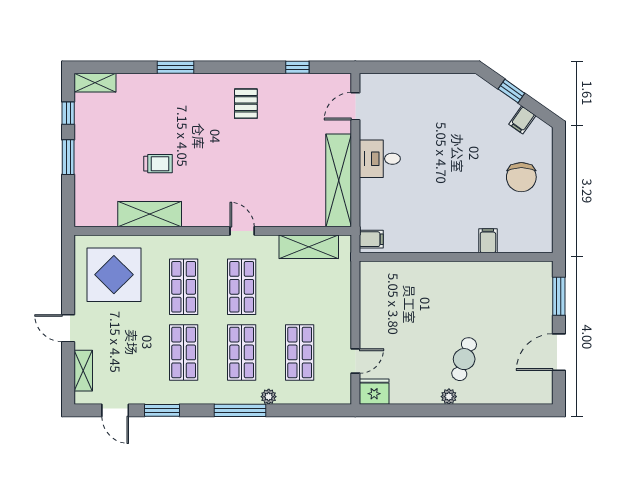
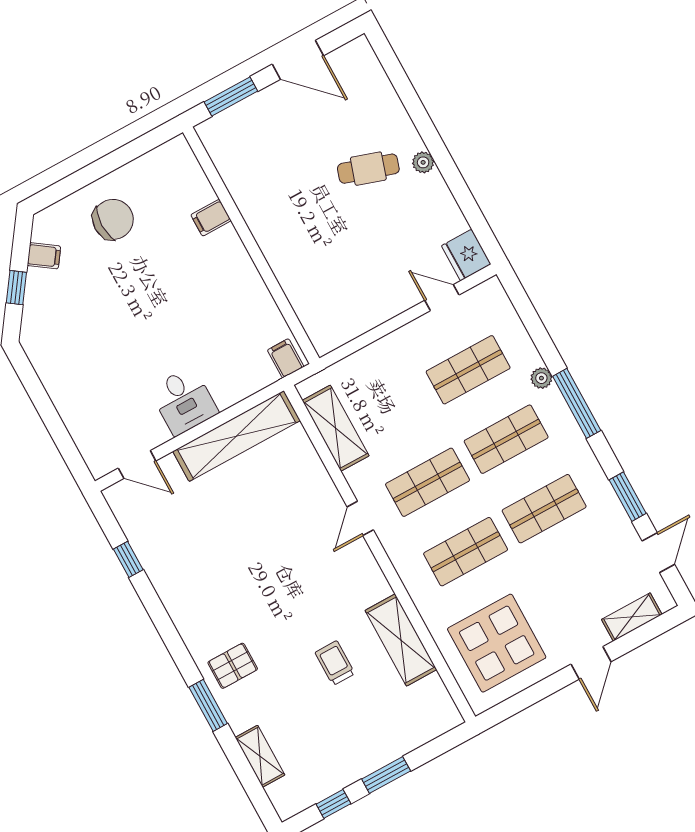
shelving: (95, 83) -> (260, 756), moved
pallet: (246, 104) -> (233, 666), moved

